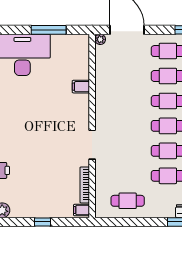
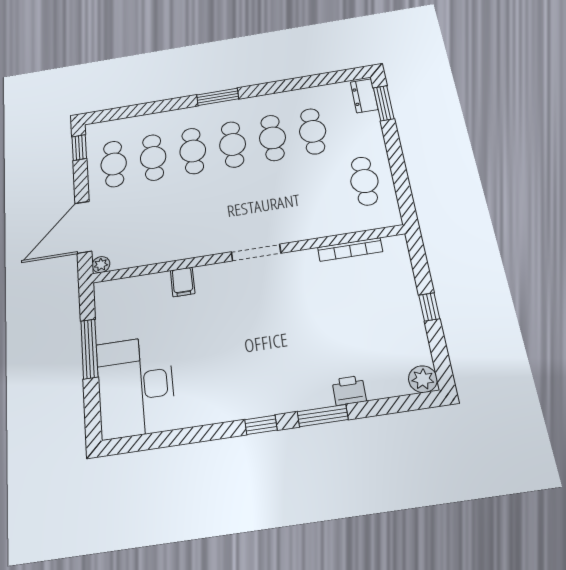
doorway: (92, 145) -> (256, 253), moved
filing cabinet: (81, 210) -> (395, 248), removed

